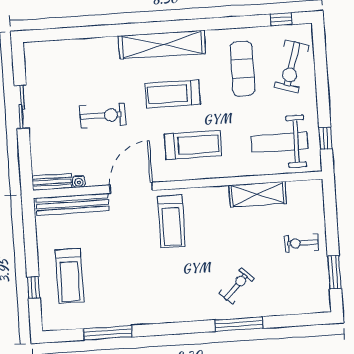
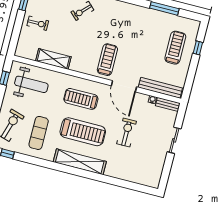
treadmill: (173, 94) -> (83, 132), width x1.37, depth x1.38
sliding door: (22, 107) -> (174, 140), moved
exercise bike: (103, 116) -> (127, 132), turned 90
door: (131, 188) -> (124, 86), hinge flipped

